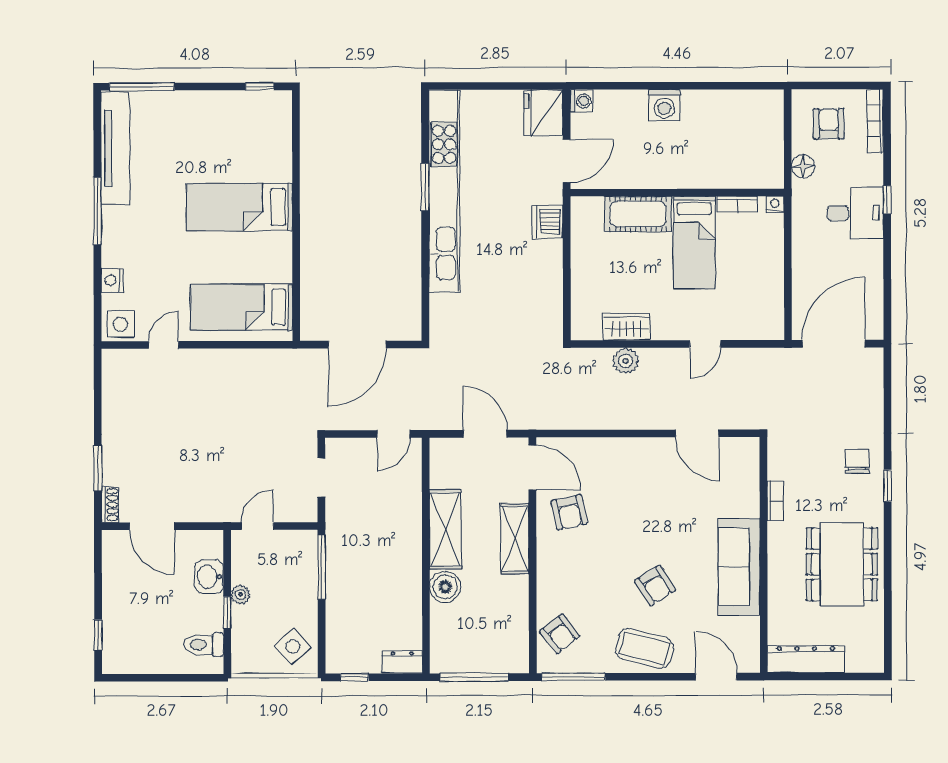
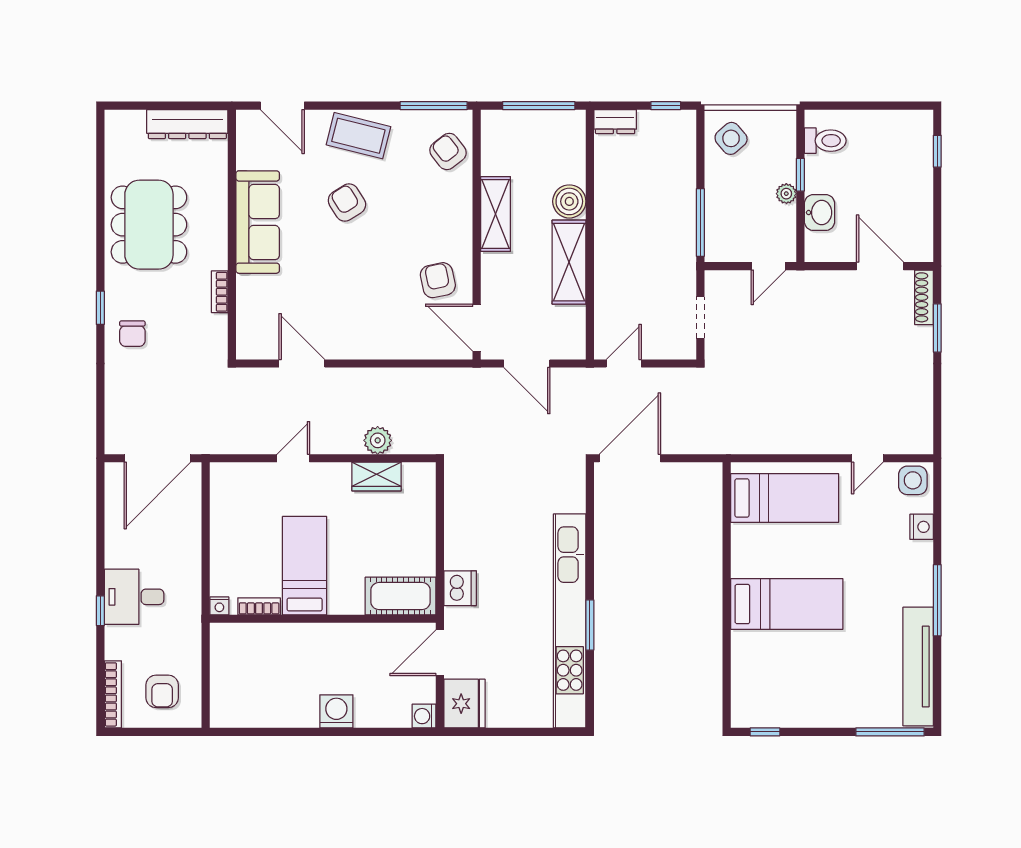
floor lamp: (803, 166) -> (189, 646), removed
cot: (638, 214) -> (401, 596), moved
door: (357, 345) -> (630, 458), moved
shoe rack: (110, 505) -> (924, 297), width x1.43
shelving: (515, 539) -> (496, 214), moved

